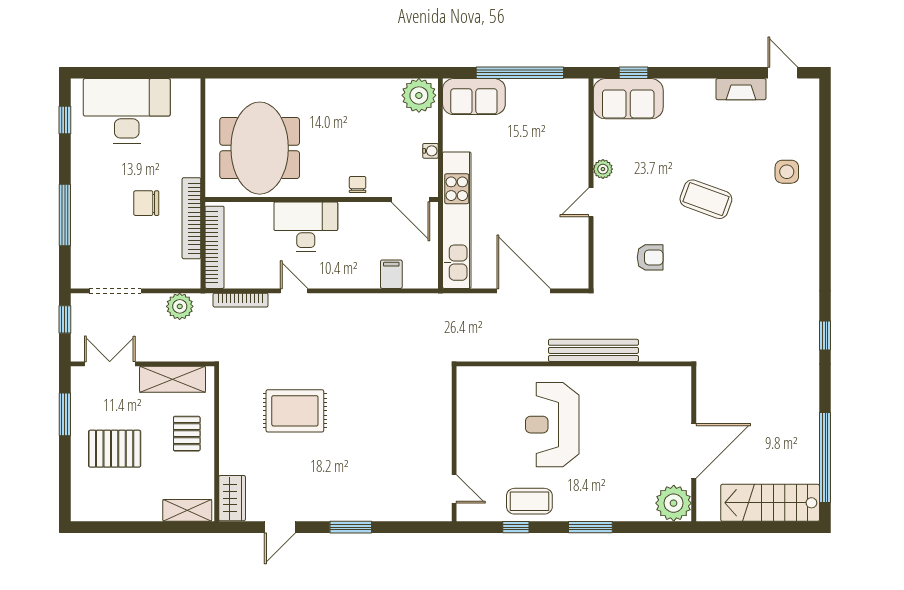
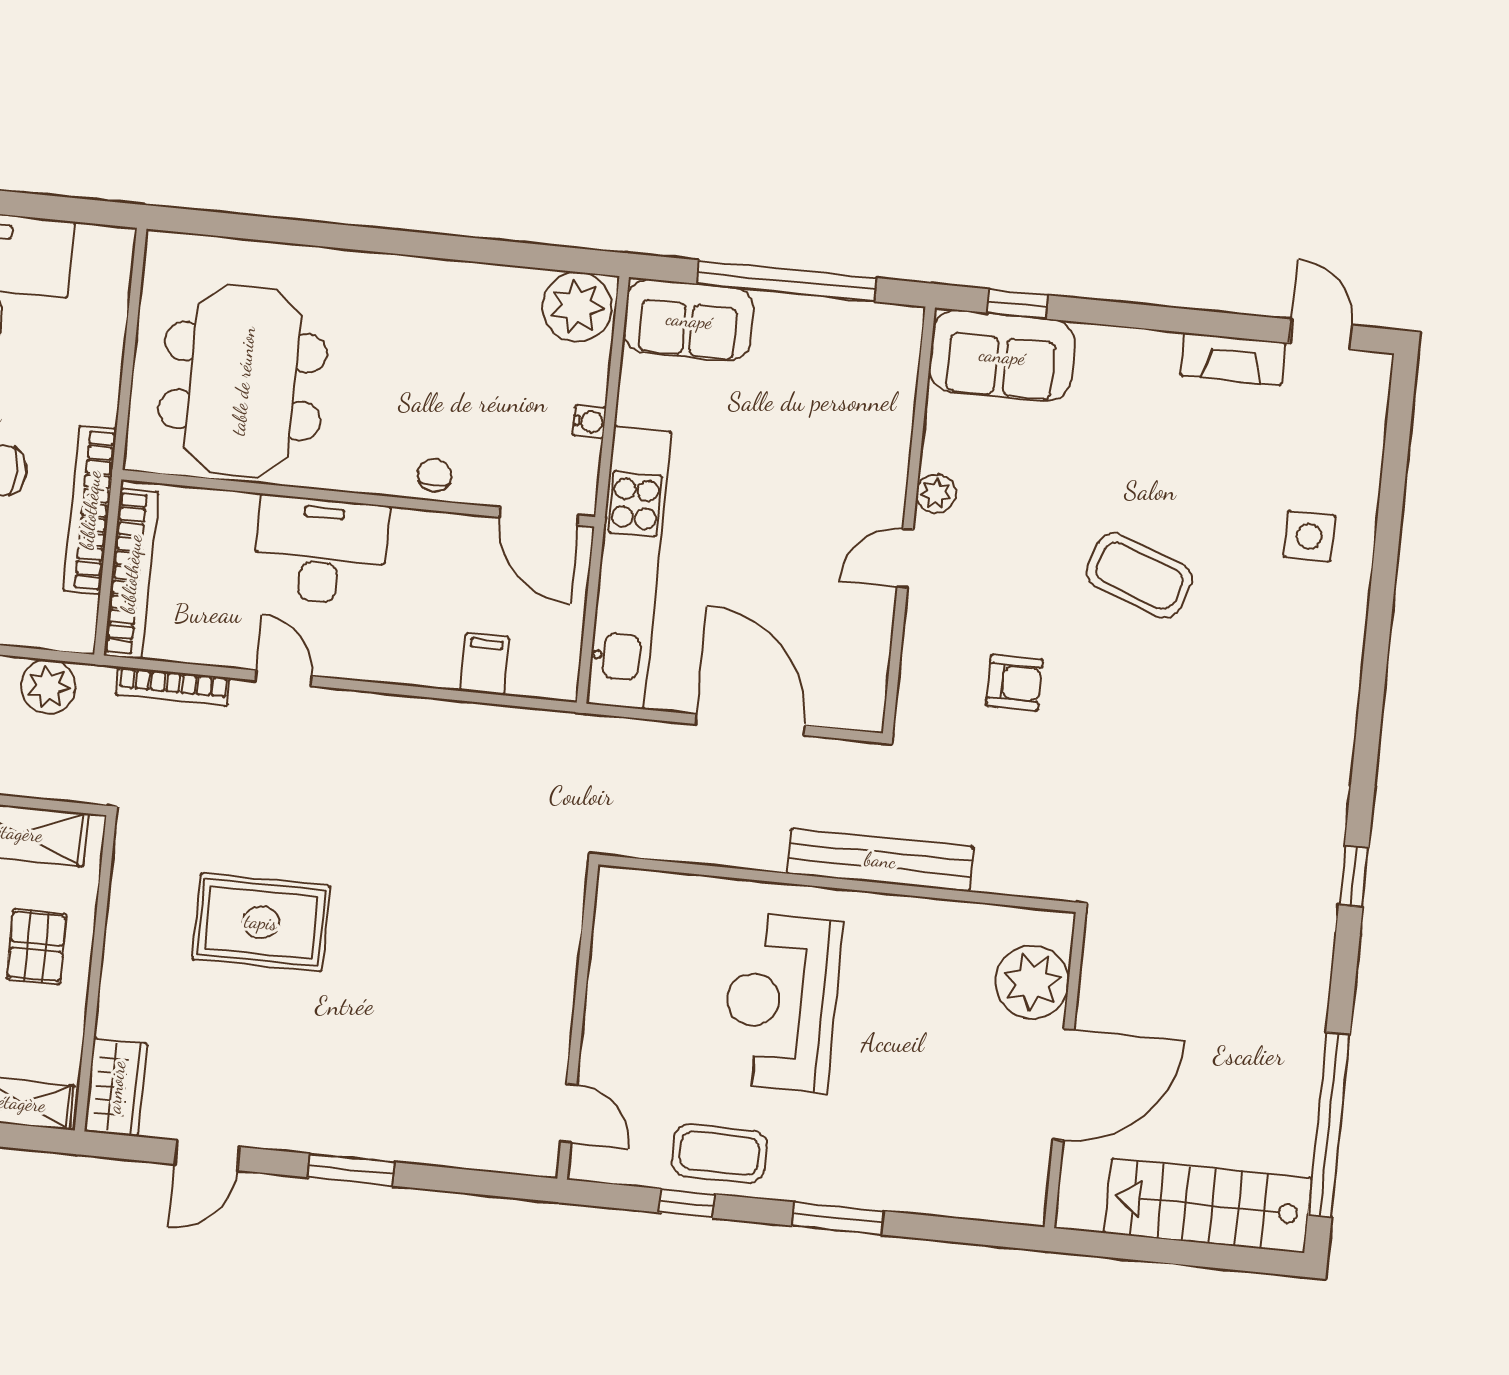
plant: (674, 503) -> (1032, 982), moved

